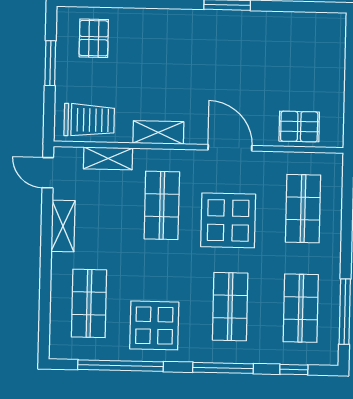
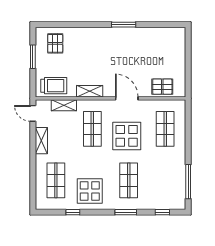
shop shelf: (301, 308) -> (165, 180), removed
window: (121, 366) -> (73, 212), width x0.32
window: (223, 368) -> (126, 212), width x0.69

